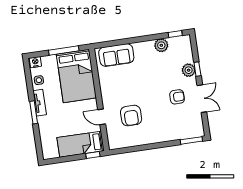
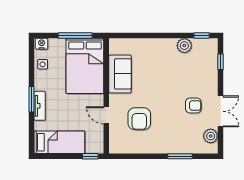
sofa: (116, 55) -> (120, 74), moved, turned -90
window: (197, 69) -> (221, 62), moved
plant: (189, 70) -> (211, 136), moved
tv unit: (40, 103) -> (40, 106), moved
window: (191, 140) -> (180, 156), moved
bed: (81, 144) -> (59, 142), moved, turned 180

